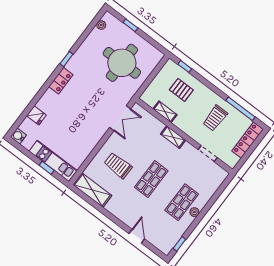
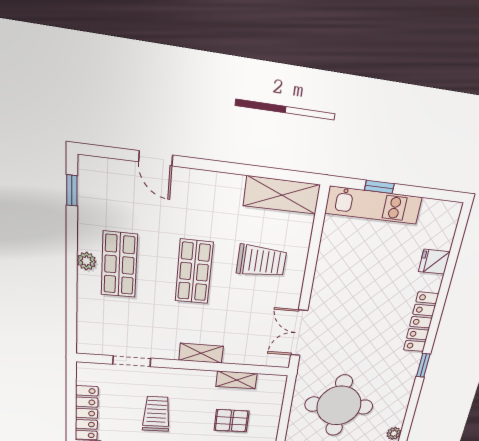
locker: (61, 81) -> (421, 322), width x1.53
water cooler: (18, 136) -> (450, 212), removed

